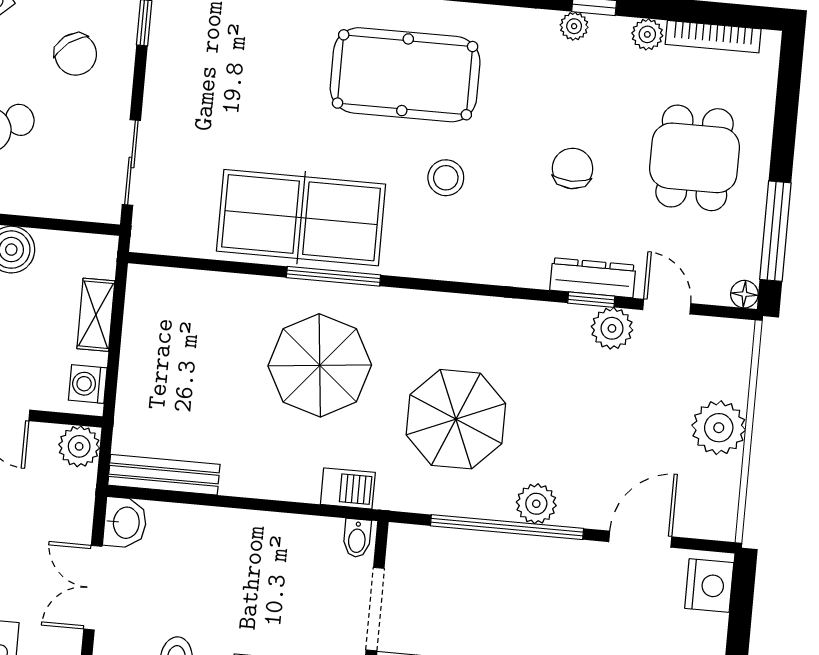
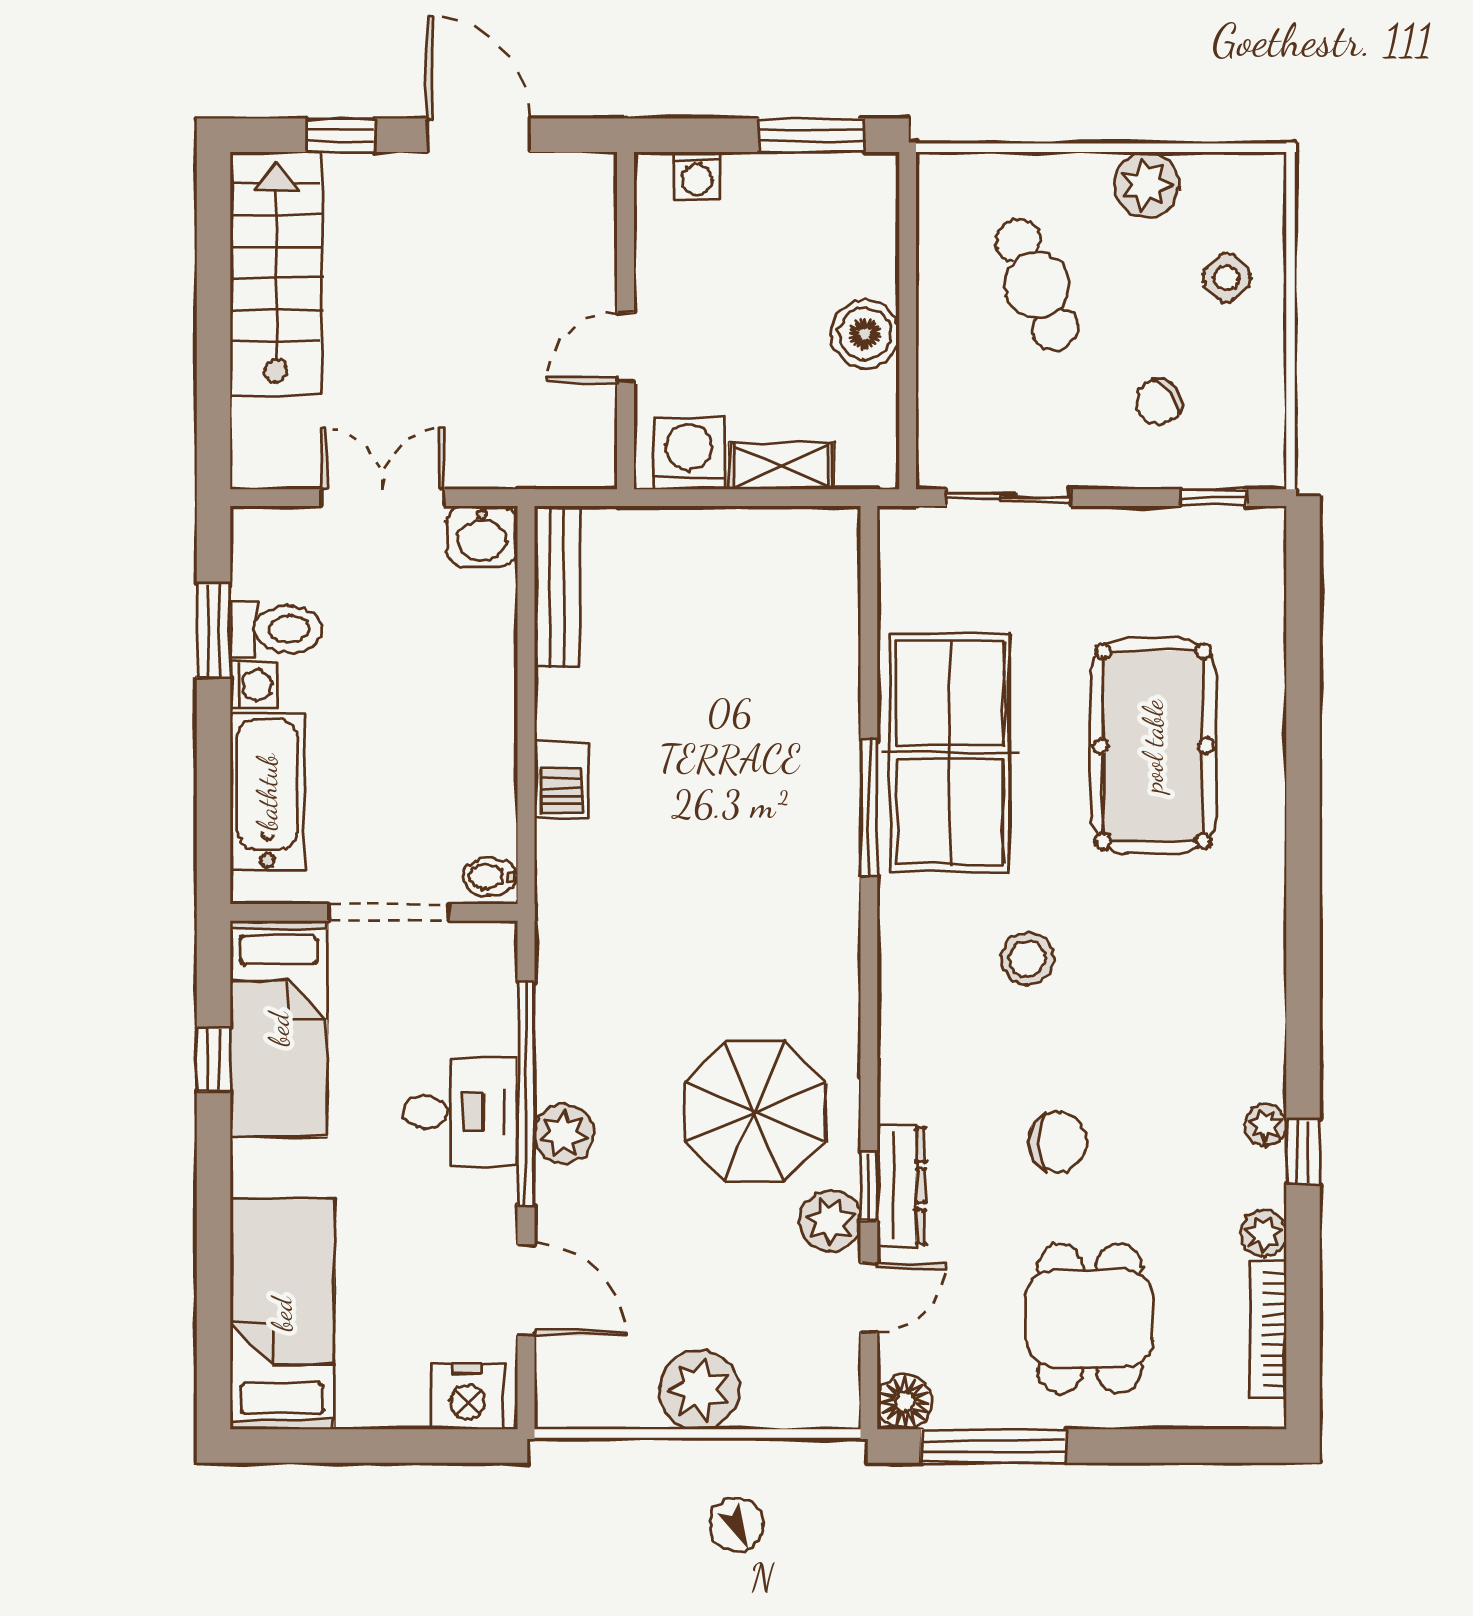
chair: (76, 54) -> (1158, 402), width x0.73, depth x0.73
pool table: (405, 75) -> (1153, 746), moved
dining table: (695, 158) -> (1090, 1318), turned 90
floor lamp: (744, 294) -> (905, 1402), width x1.37, depth x1.37
parasol: (320, 365) -> (737, 799), removed
washing machine: (88, 384) -> (689, 453), width x1.38, depth x1.38
parasol: (456, 419) -> (755, 1112), moved
plant: (79, 446) -> (587, 459), removed
barbecue: (348, 488) -> (561, 780), moved
desk: (515, 573) -> (460, 1112), added

